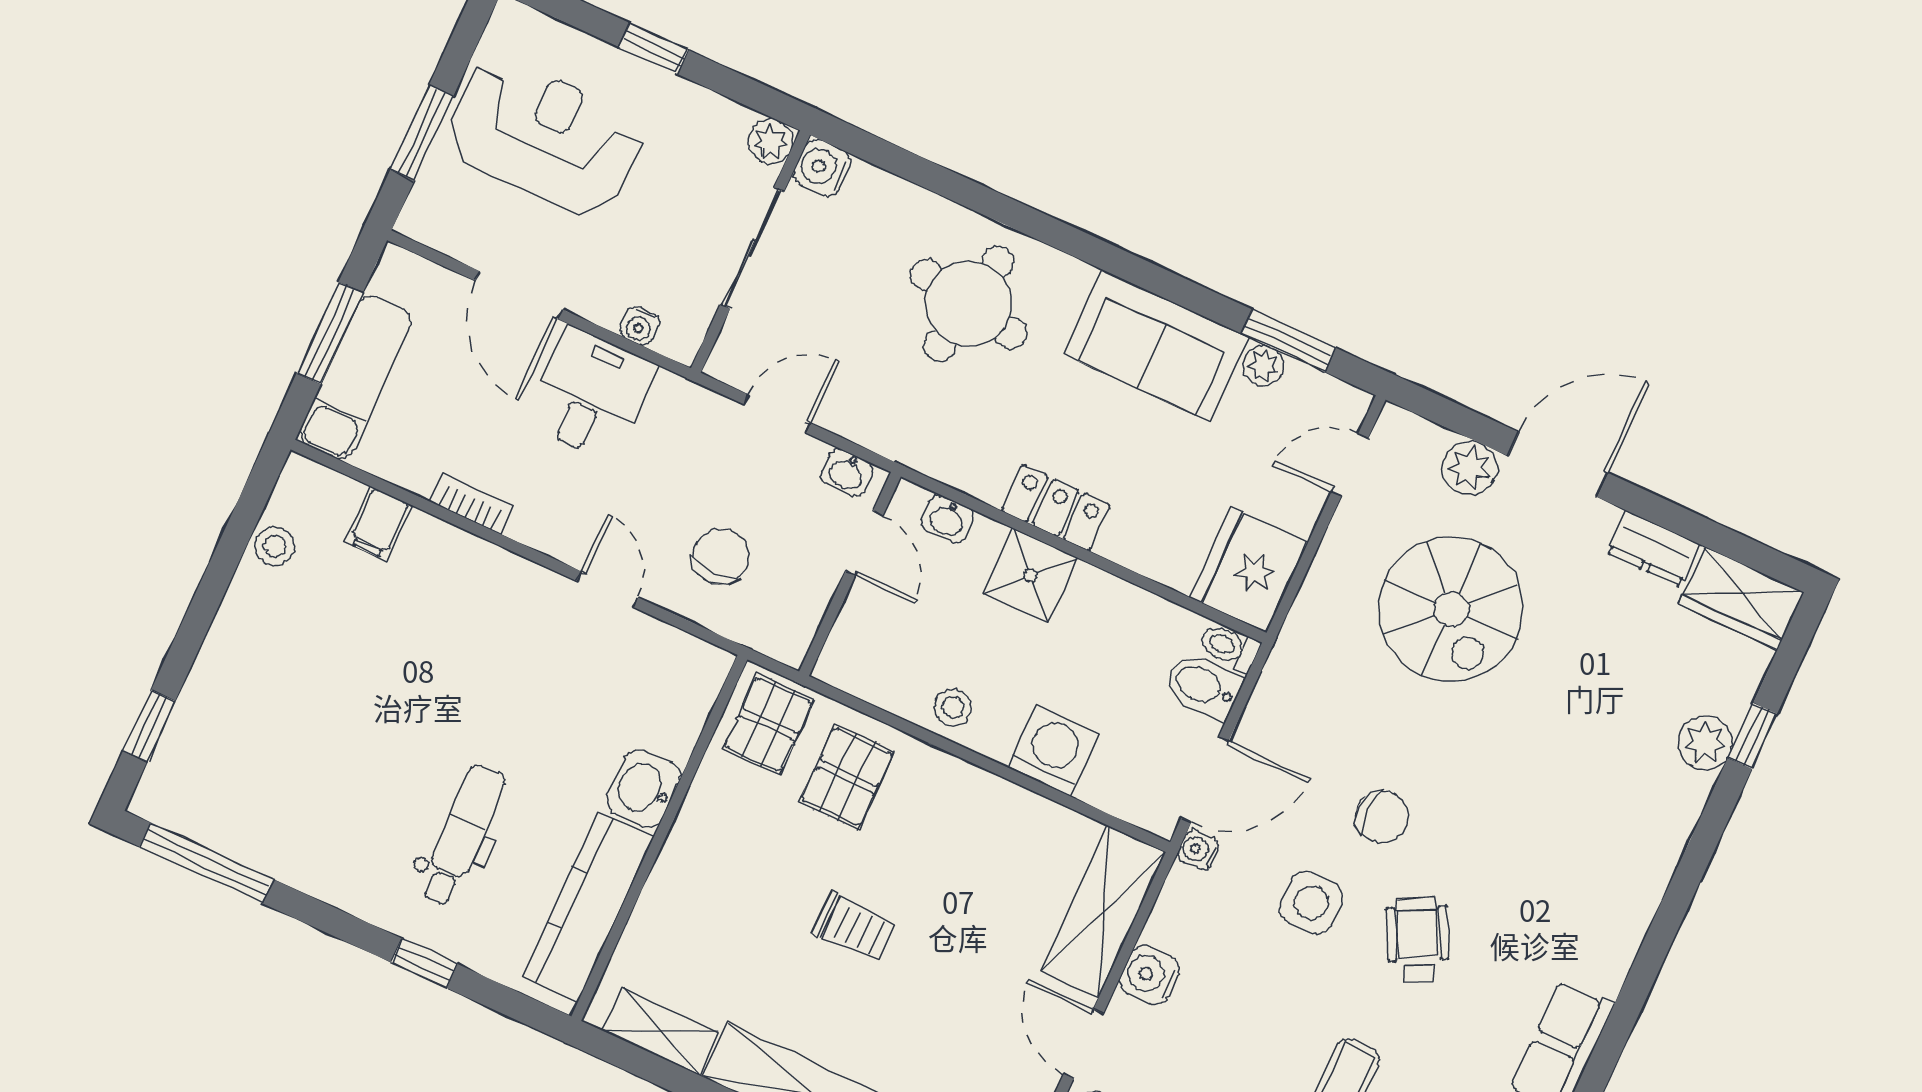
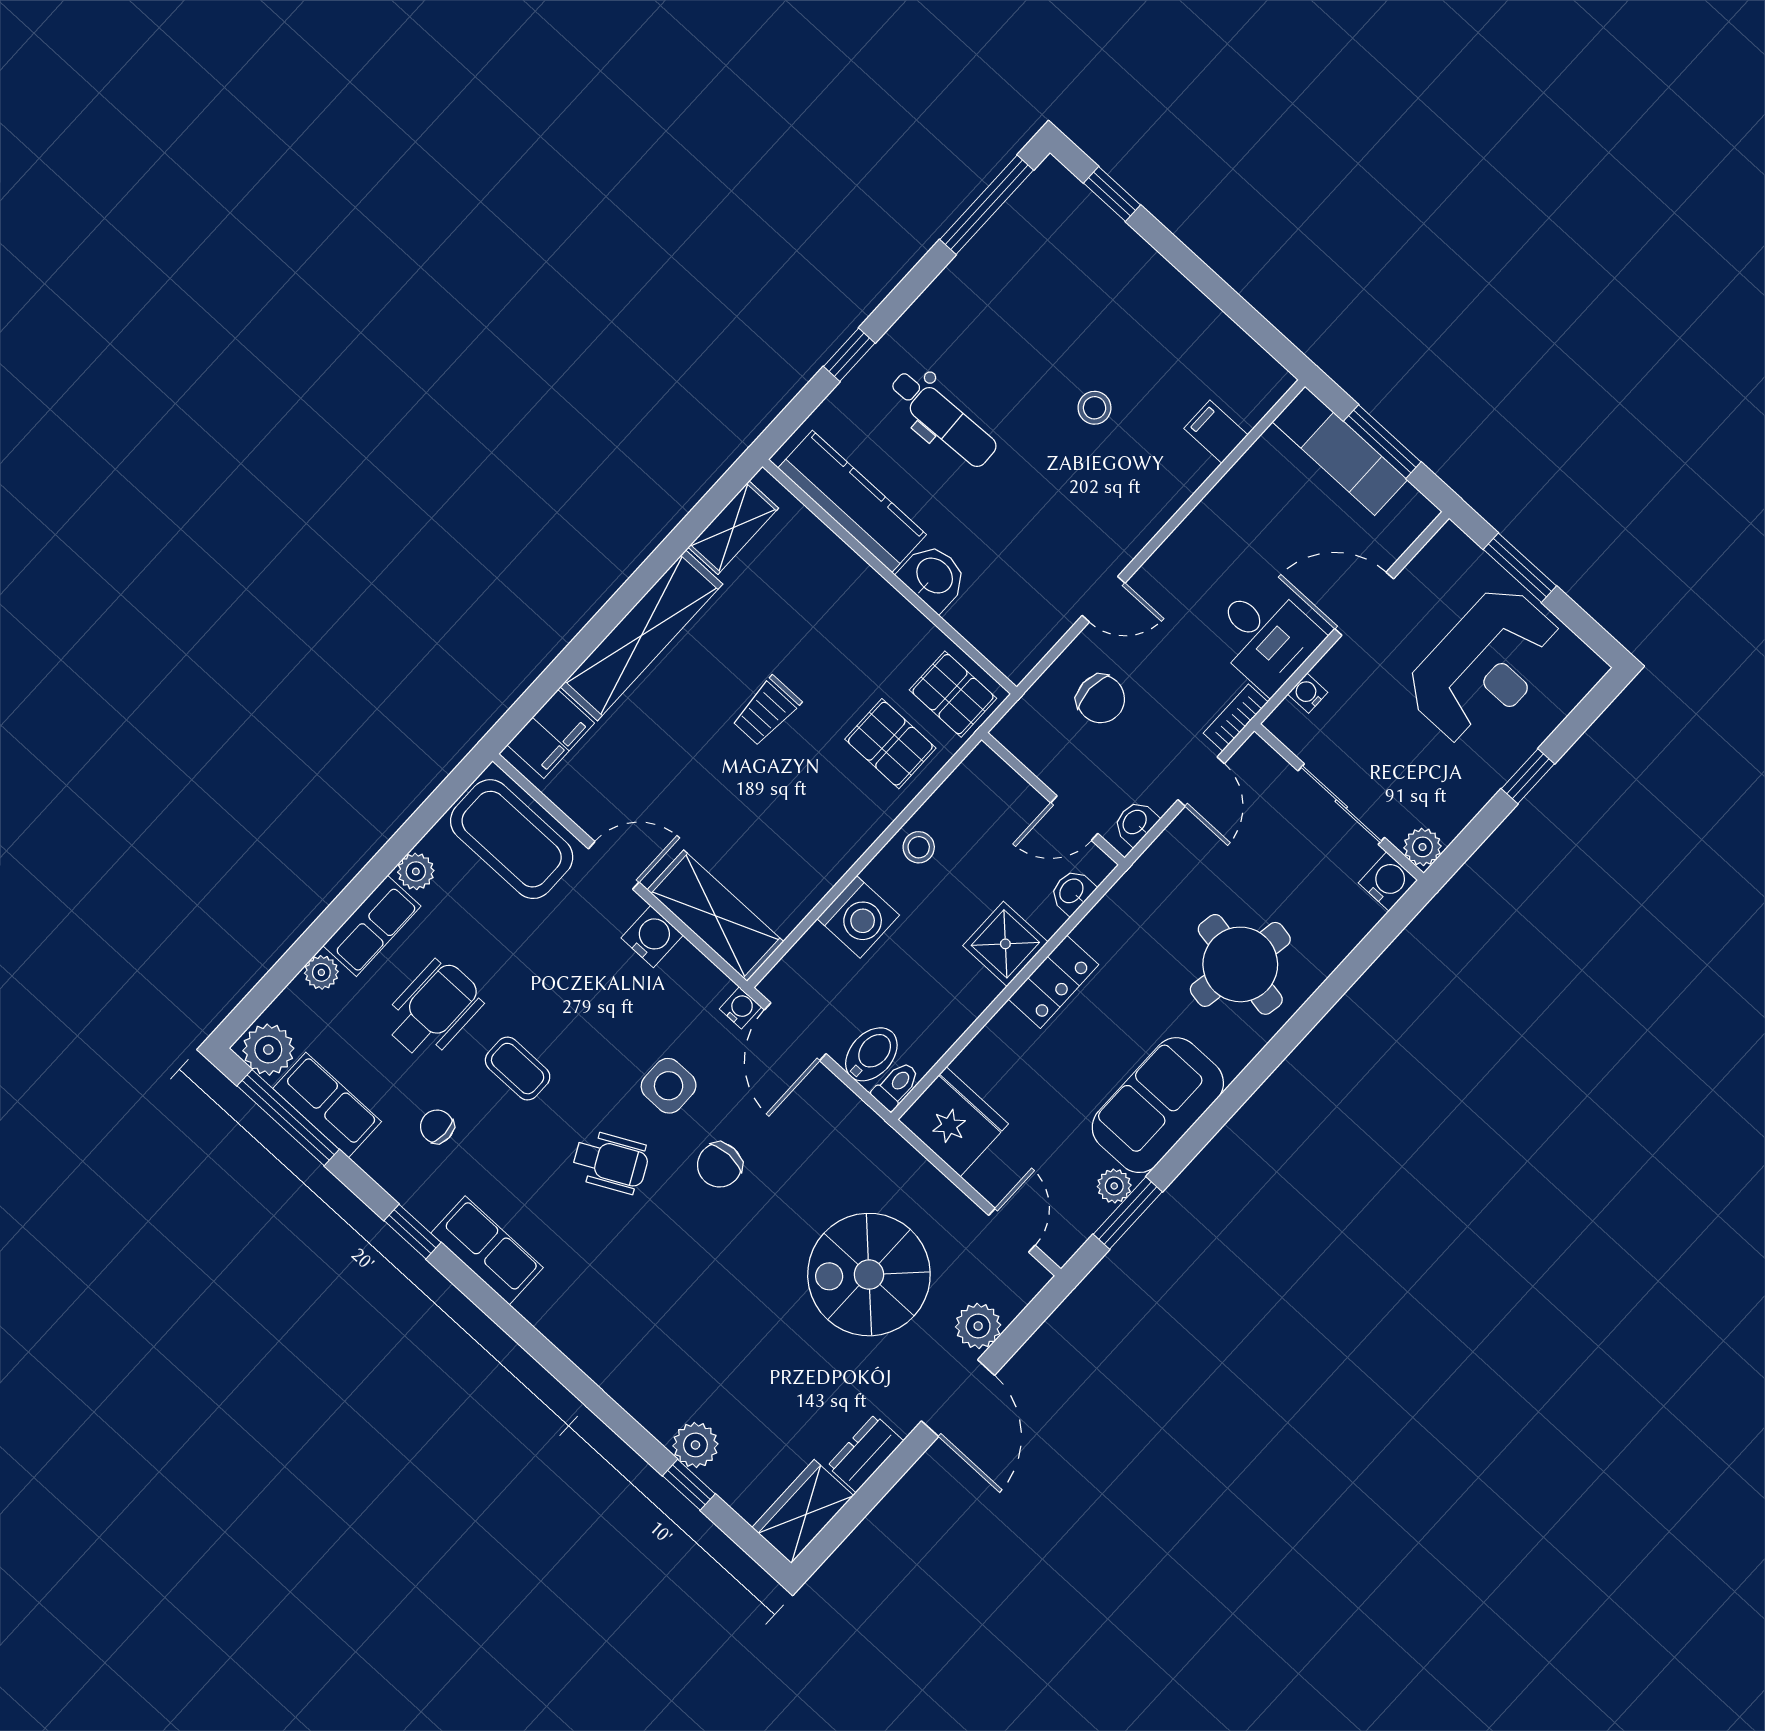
bookcase: (471, 504) -> (1236, 718), moved, turned 180
stool: (275, 546) -> (1095, 408), moved

